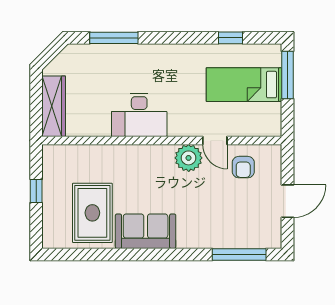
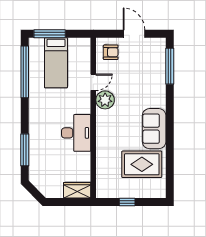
window: (230, 38) -> (25, 72), width x3.17
wardrobe: (54, 106) -> (77, 190), width x0.67
armchair: (243, 167) -> (111, 52), moved

